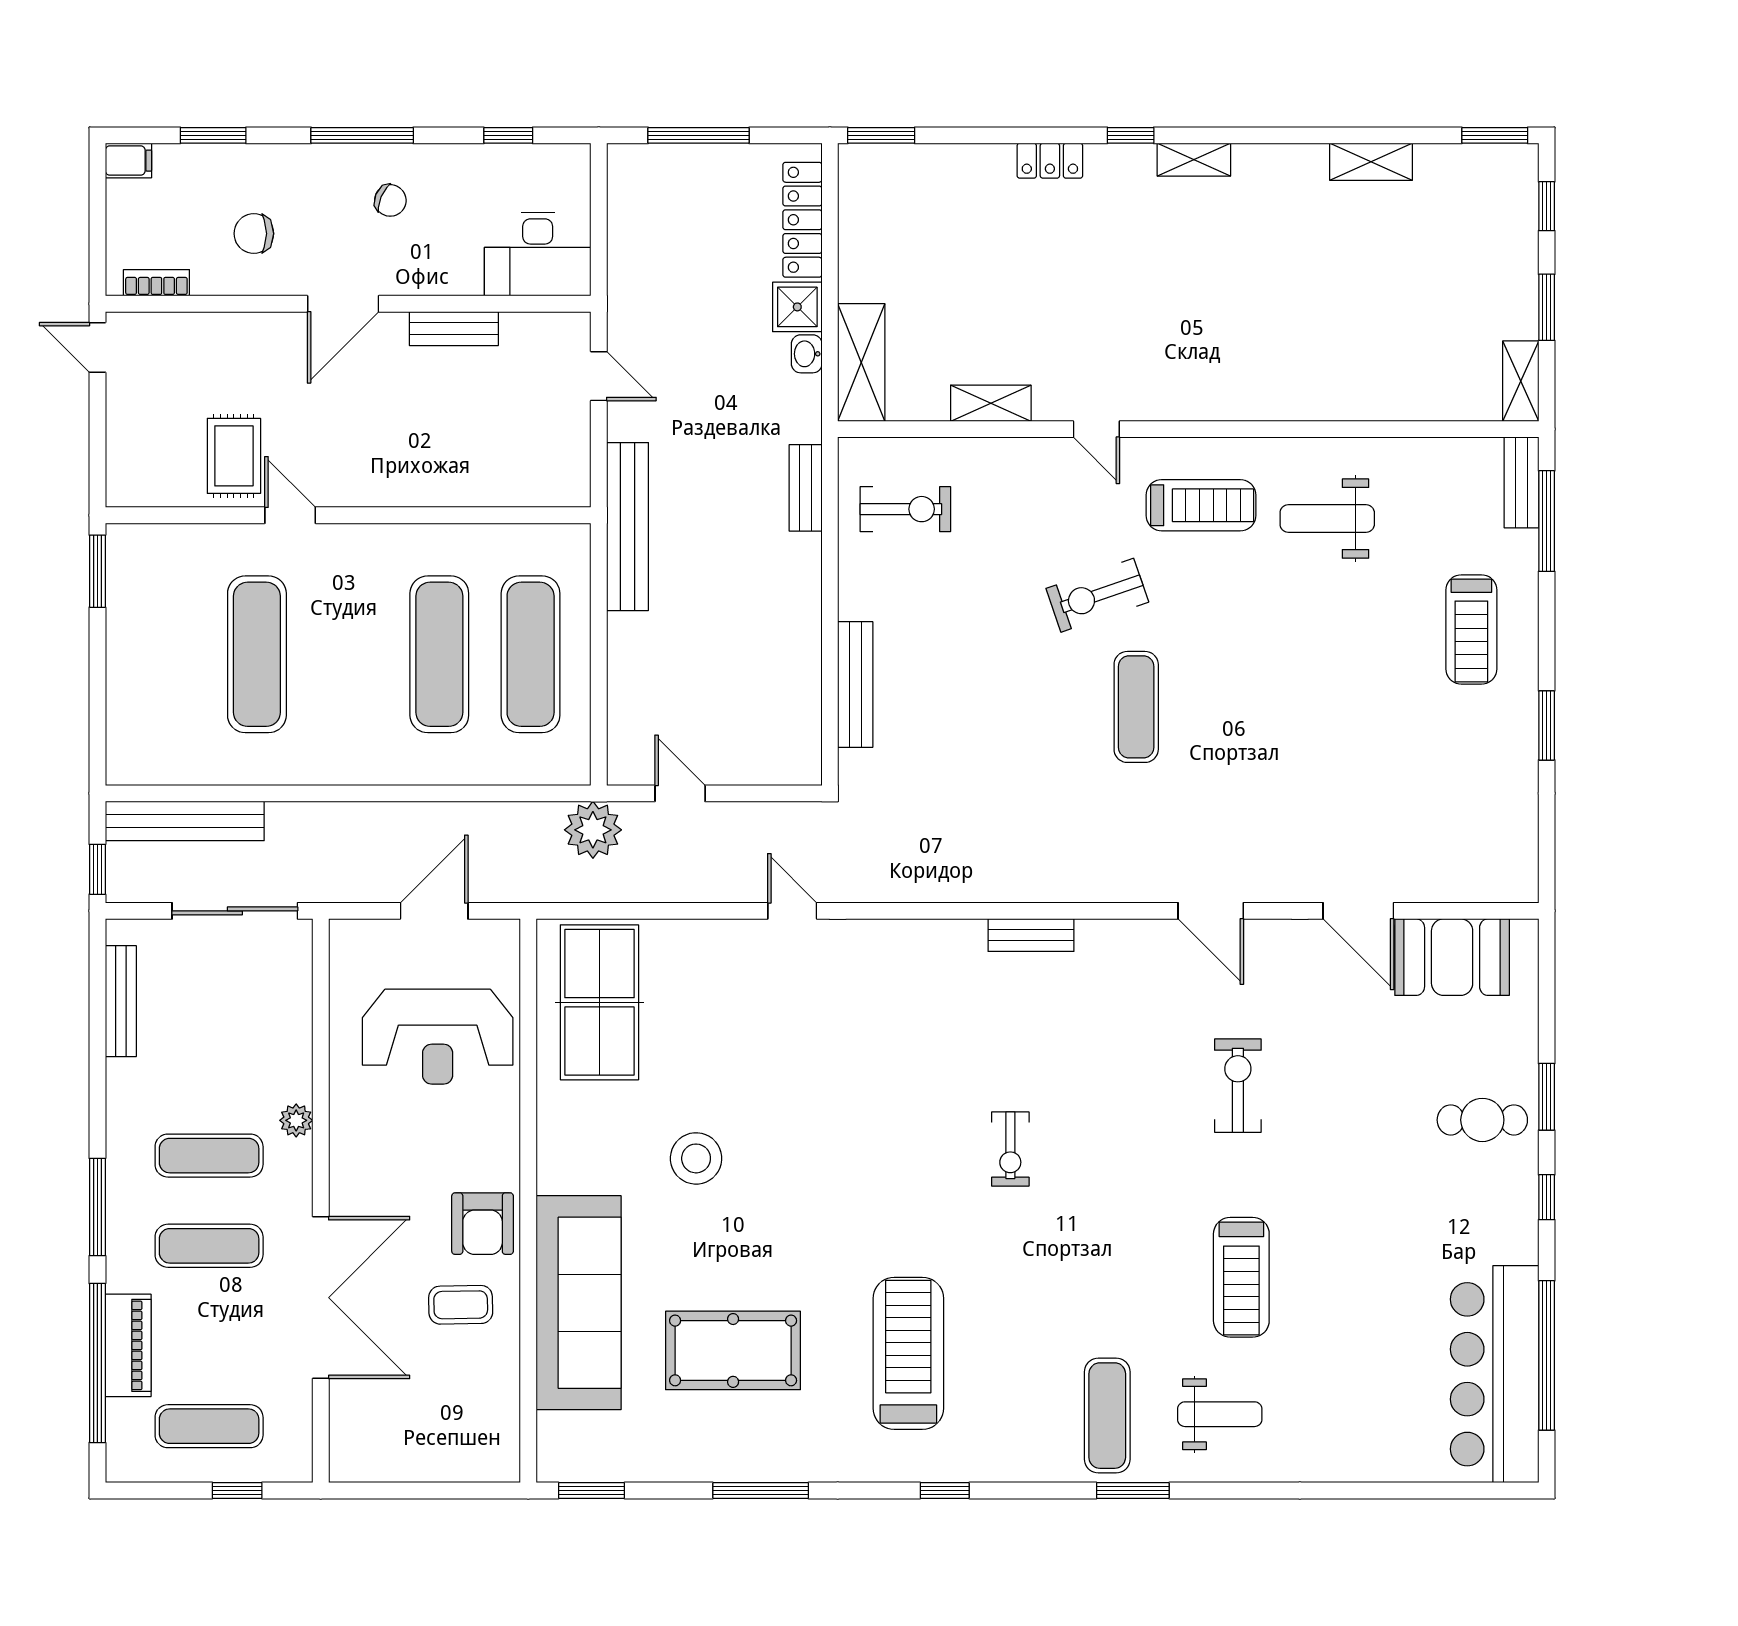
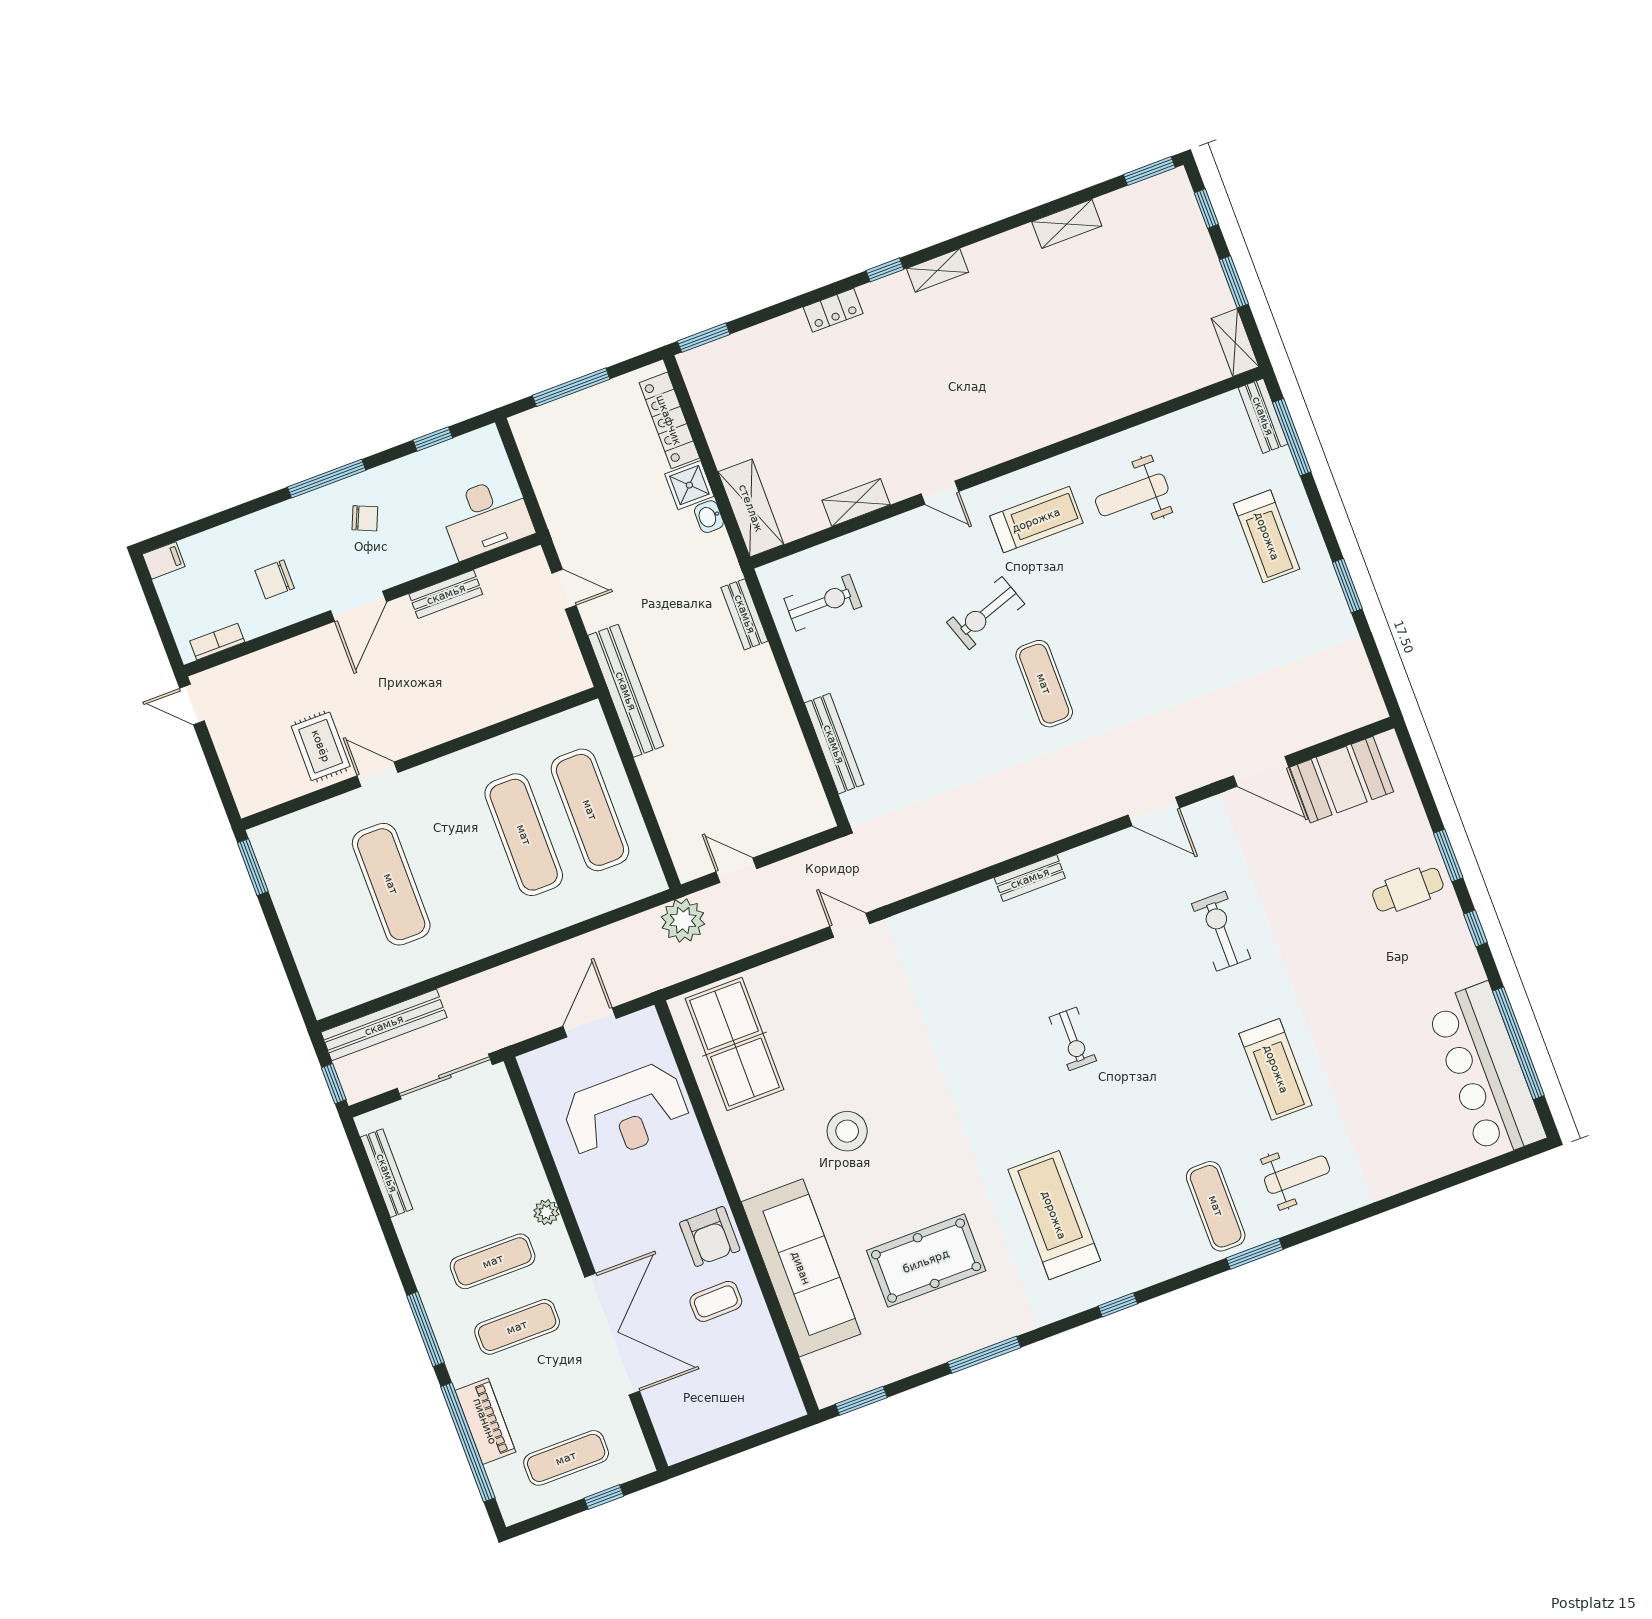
window: (213, 135) -> (218, 519), removed

